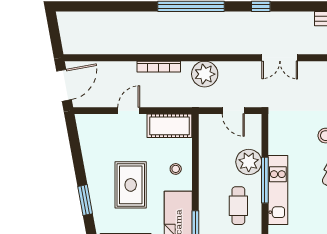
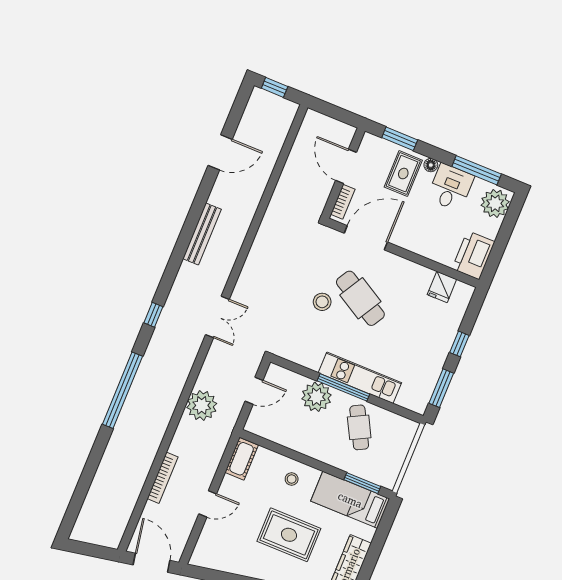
bookcase: (159, 67) -> (163, 478), moved
door: (129, 111) -> (208, 504), swing flipped
cot: (169, 126) -> (242, 459), width x0.73, depth x0.75
cafe table: (238, 206) -> (359, 427), turned 62

